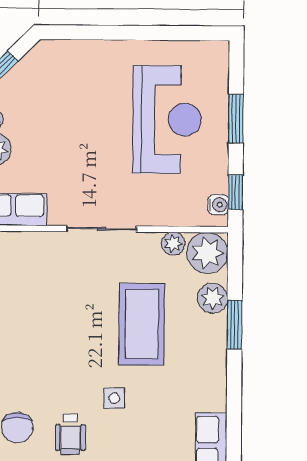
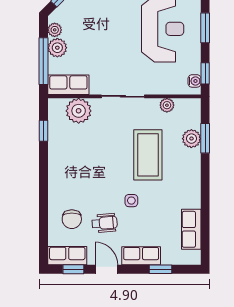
plant: (207, 253) -> (79, 111), moved
window: (235, 325) -> (205, 138), moved
wheelchair: (70, 434) -> (104, 223), turned -95

